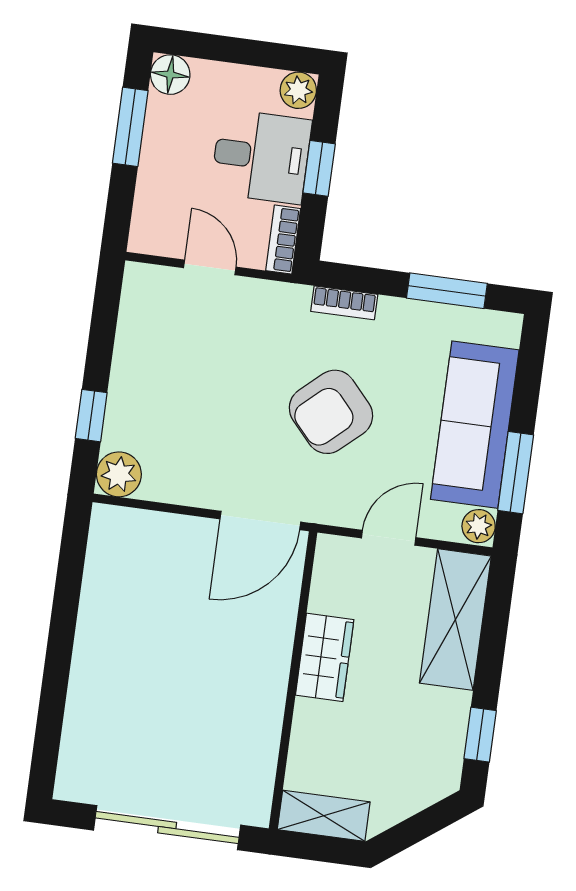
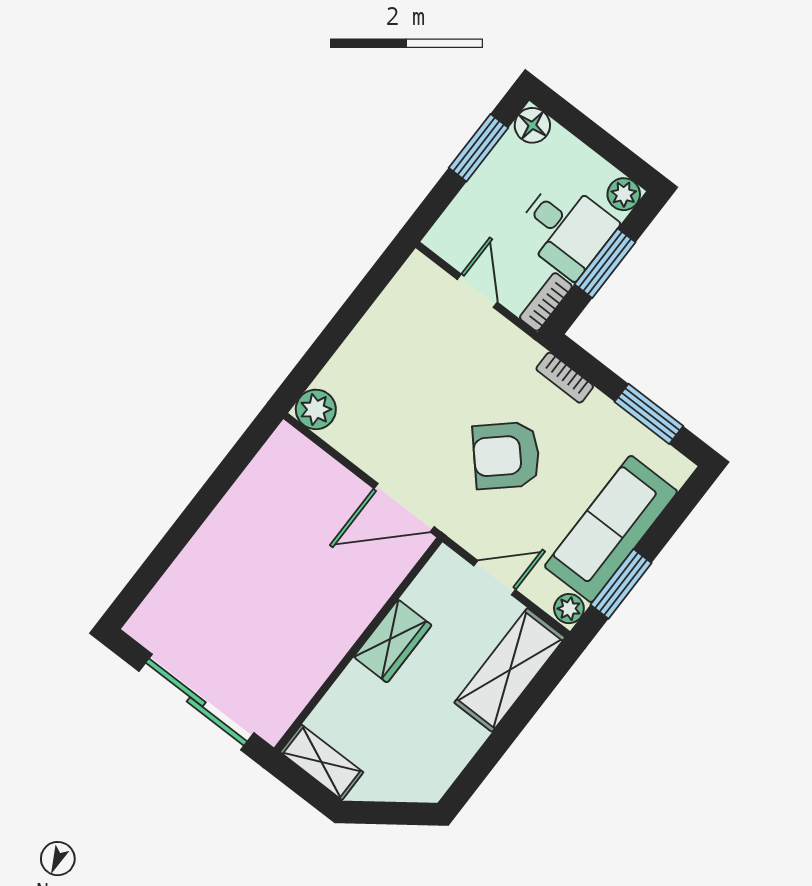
window: (319, 168) -> (605, 263), width x1.50
window: (91, 416) -> (321, 352), removed
window: (480, 735) -> (478, 769), removed

